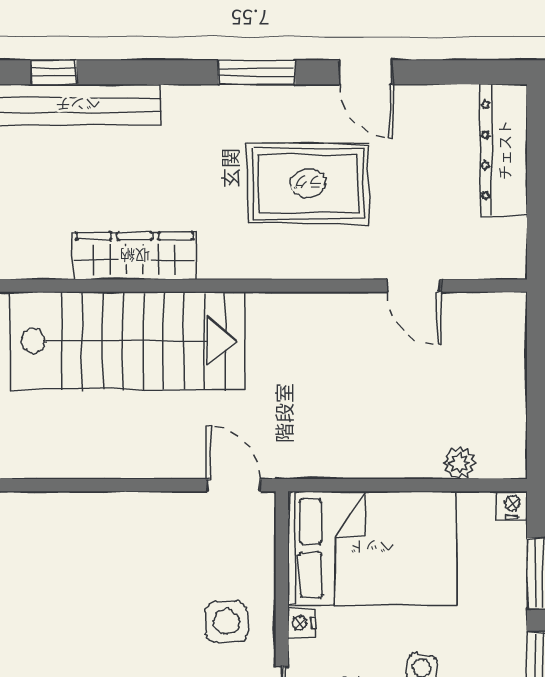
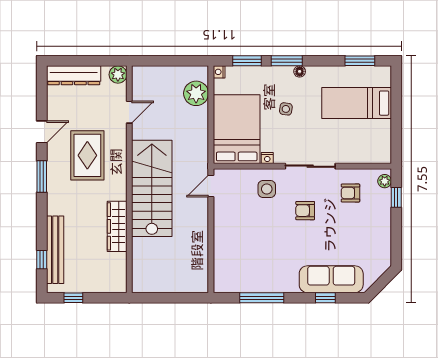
plant: (506, 258) -> (118, 75), added
stairs: (128, 341) -> (152, 188), moved
plant: (460, 463) -> (196, 93), width x1.87, depth x1.87

